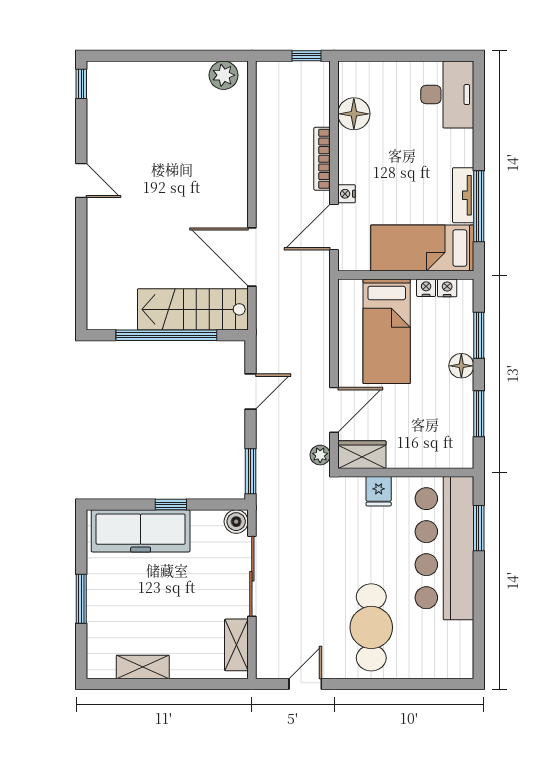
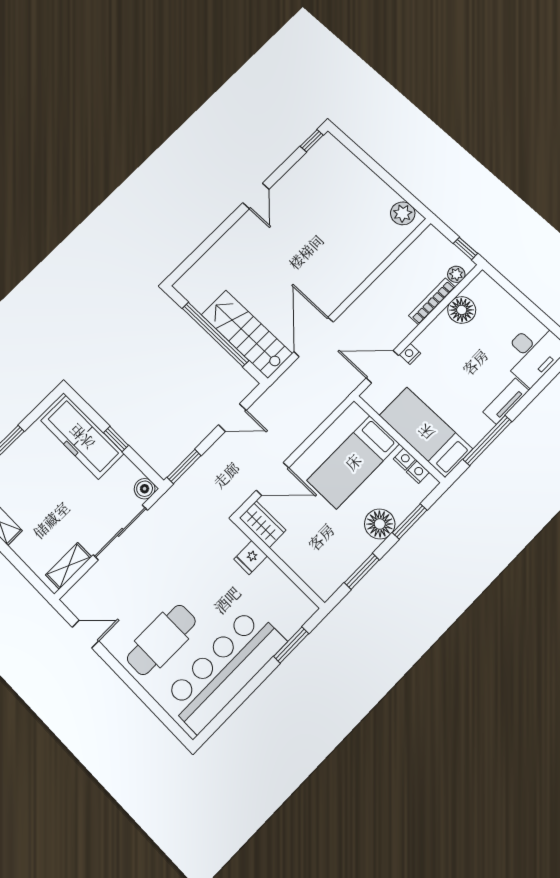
bookcase: (322, 159) -> (432, 301), moved
tv unit: (463, 195) -> (506, 401), moved
floor lamp: (461, 366) -> (380, 524), width x1.38, depth x1.38
plant: (320, 455) -> (456, 274), moved
bar counter: (444, 548) -> (224, 669), moved

